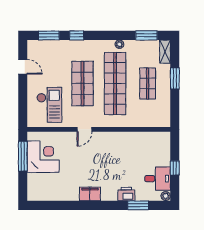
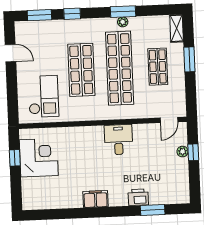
window: (146, 35) -> (123, 12), moved
door: (84, 129) -> (169, 120), moved
window: (23, 156) -> (15, 158), width x0.46
window: (175, 168) -> (193, 152), moved
desk: (158, 179) -> (118, 140), moved, turned -90
plant: (166, 196) -> (182, 152), moved

